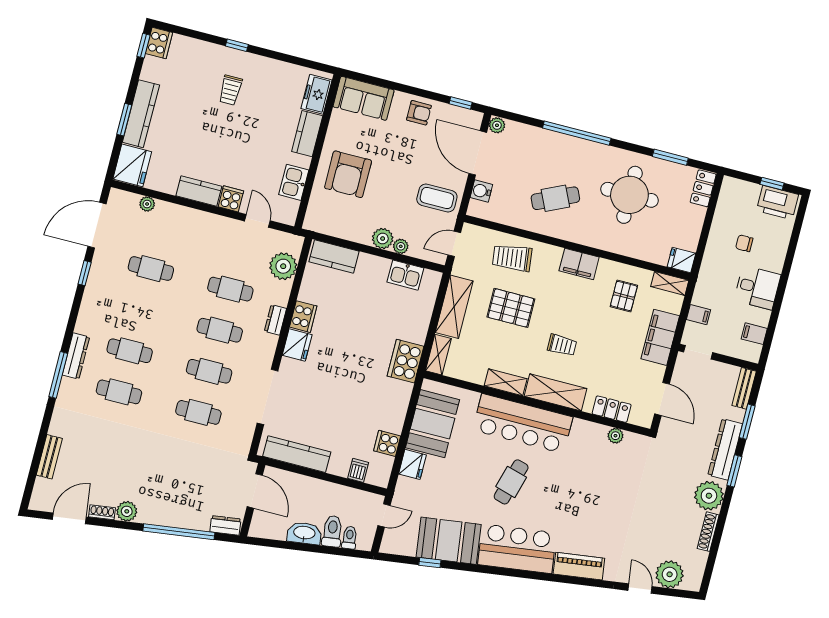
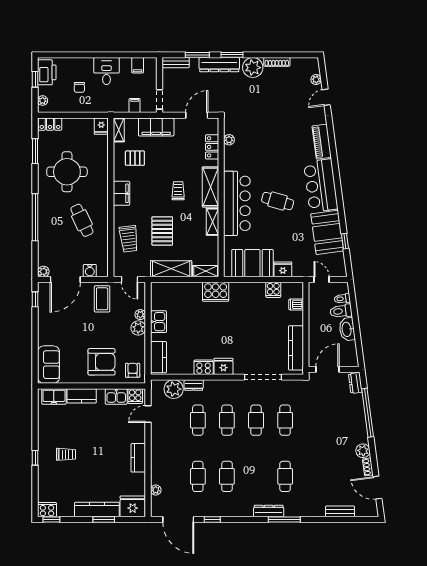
armchair: (419, 113) -> (133, 370), moved
plant: (739, 186) -> (43, 101), added
cooker: (231, 199) -> (135, 396), moved, turned -90
kitchen sink: (405, 275) -> (159, 322), moved
dresser: (275, 320) -> (194, 385), moved
cafe table: (130, 351) -> (227, 476), moved
plant: (670, 574) -> (316, 80), width x0.53, depth x0.53

